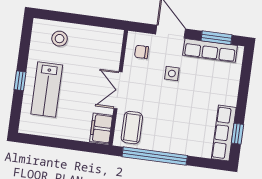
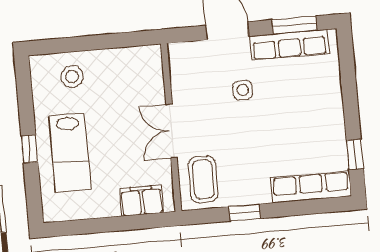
chair: (142, 52) -> (193, 69), removed
filing cabinet: (101, 129) -> (142, 200), moved, turned 90
row of seats: (224, 133) -> (311, 187), moved, turned 90
window: (155, 156) -> (245, 213), width x0.32

